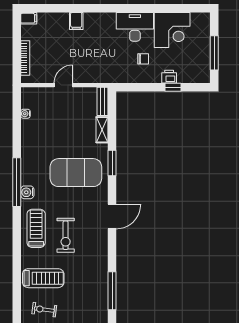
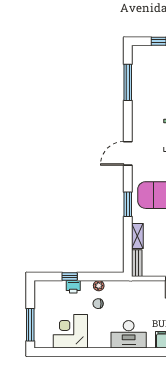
desk: (135, 27) -> (129, 334), moved
window: (214, 53) -> (30, 325), moved
plant: (143, 78) -> (99, 286), added

